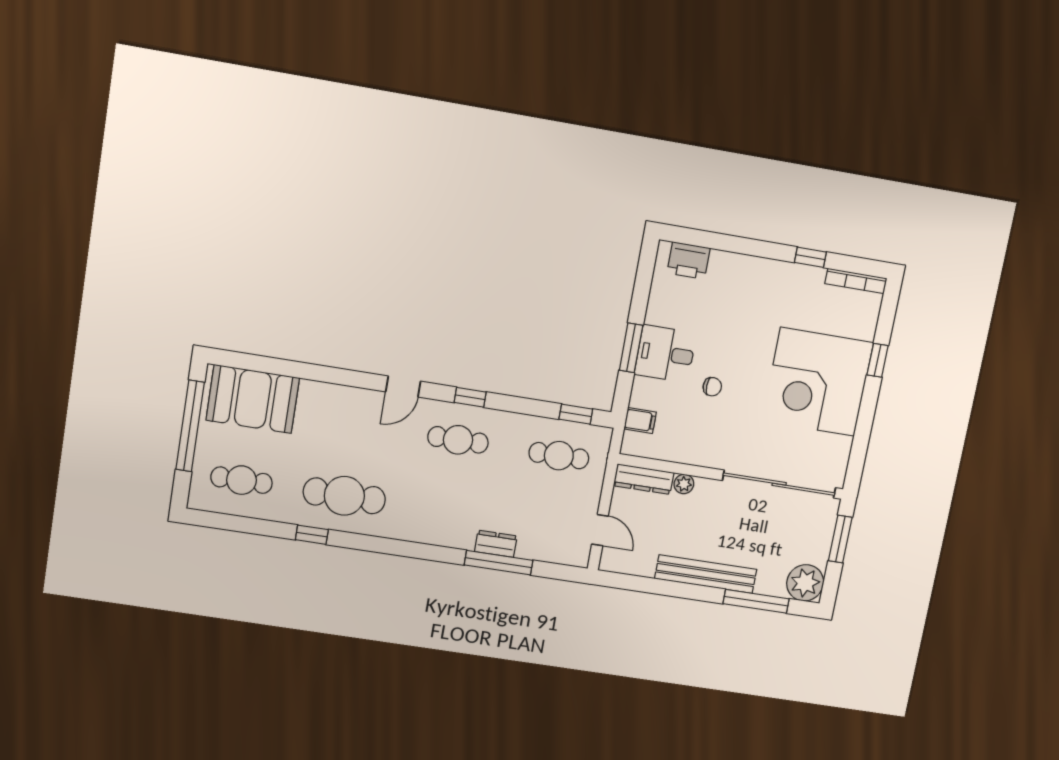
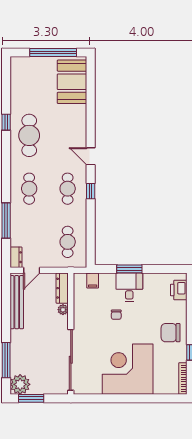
chair: (766, 290) -> (171, 333), added
window: (878, 360) -> (144, 398), removed
window: (576, 414) -> (91, 247), removed
cafe table: (241, 480) -> (29, 189), moved
window: (840, 539) -> (31, 398), moved
dresser: (496, 544) -> (16, 257), moved
bench: (706, 574) -> (17, 302), moved

